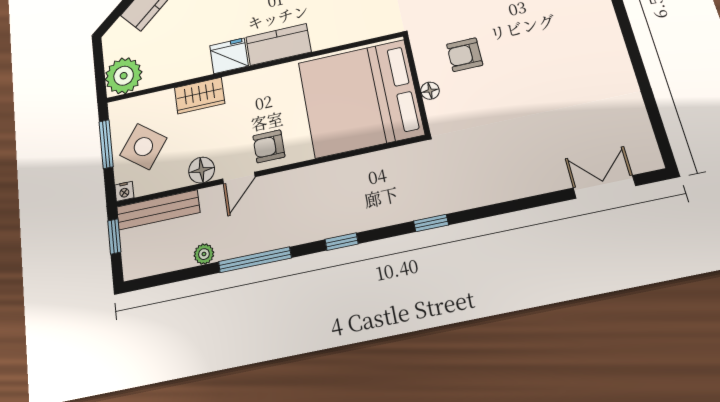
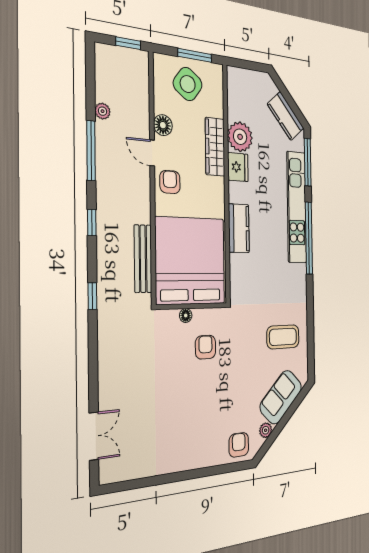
kitchen counter: (278, 45) -> (239, 228), moved
plant: (124, 76) -> (240, 137), moved
wardrobe: (200, 96) -> (215, 147), width x1.50
nightstand: (124, 191) -> (159, 60), removed
bench: (158, 210) -> (143, 259), moved

